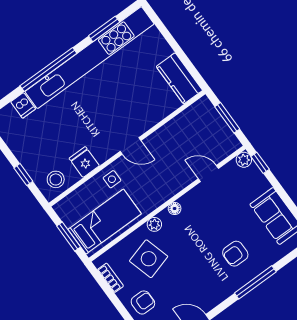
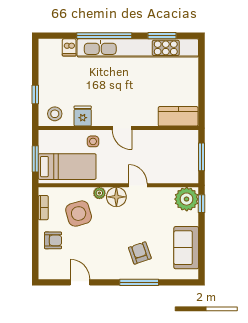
kitchen counter: (179, 78) -> (178, 116), moved, turned 90
plant: (244, 160) -> (187, 199), width x1.88, depth x1.88
door: (208, 173) -> (138, 185), moved
floor lamp: (175, 209) -> (116, 197), width x1.89, depth x1.89
armchair: (235, 254) -> (140, 253), turned 71

